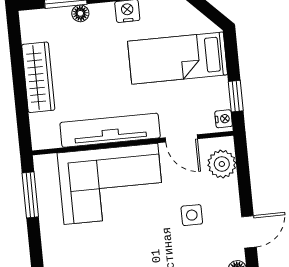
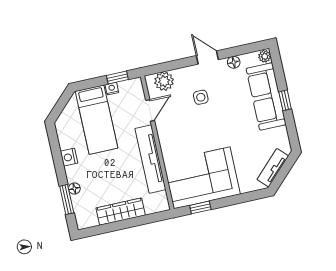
nightstand: (224, 119) -> (112, 89), moved
corner sofa: (111, 184) -> (202, 178), moved, turned -90
window: (30, 195) -> (200, 207), width x0.67

